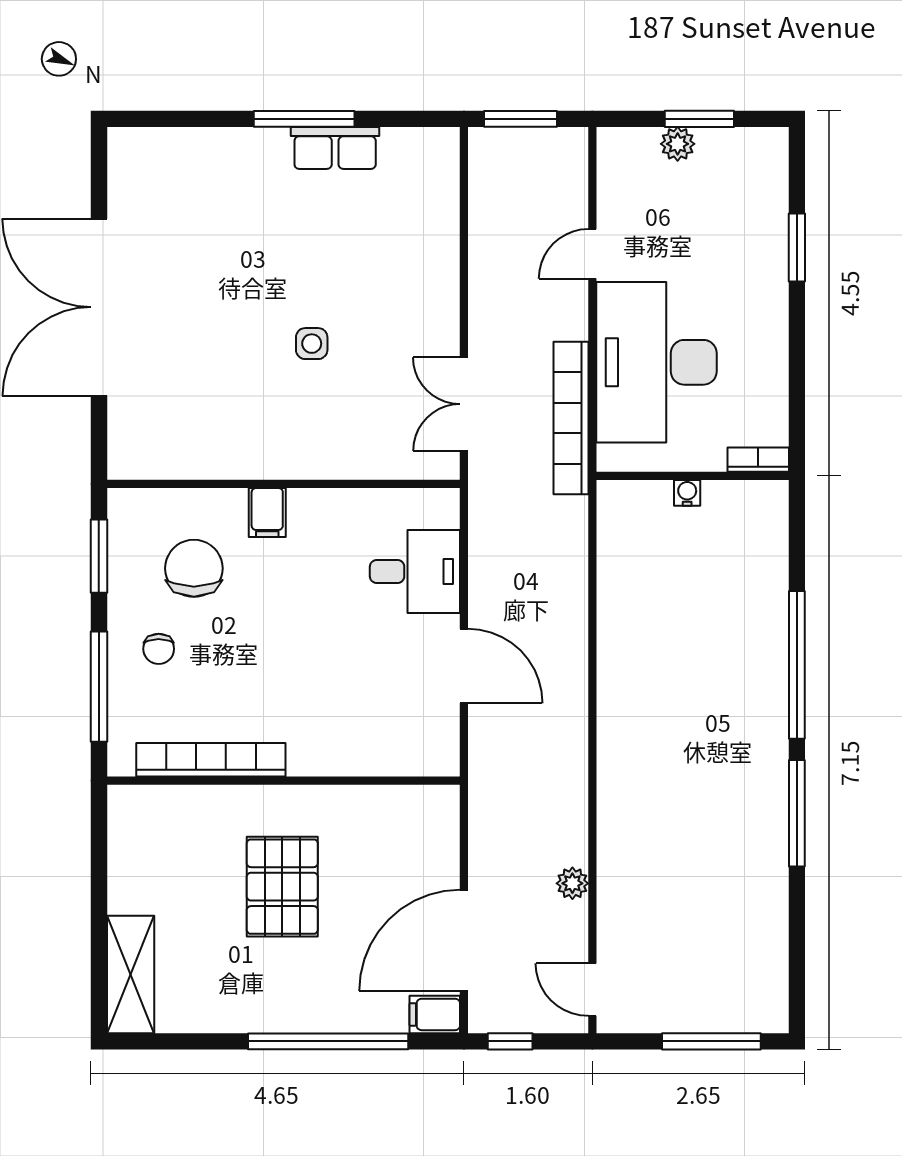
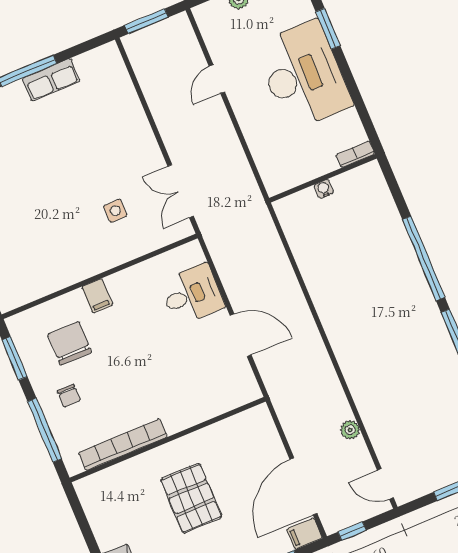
side table: (312, 344) -> (115, 211), moved
desk: (656, 362) -> (303, 75), moved, turned 180
bookcase: (571, 418) -> (243, 174), removed

